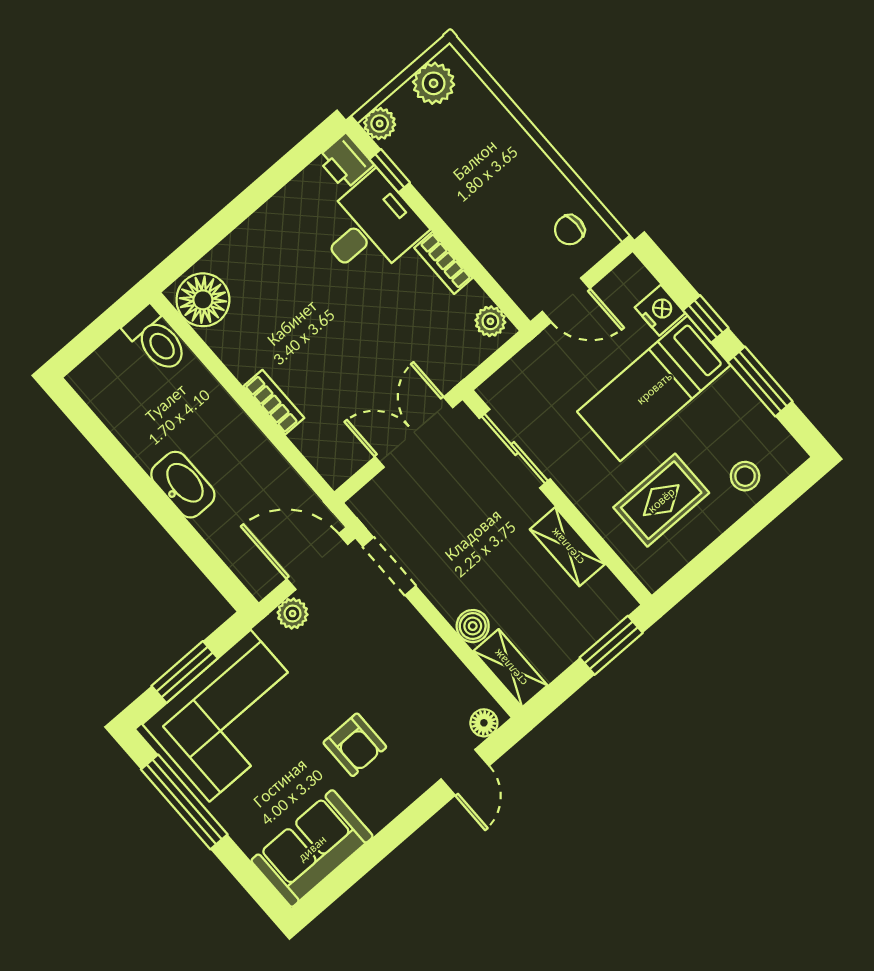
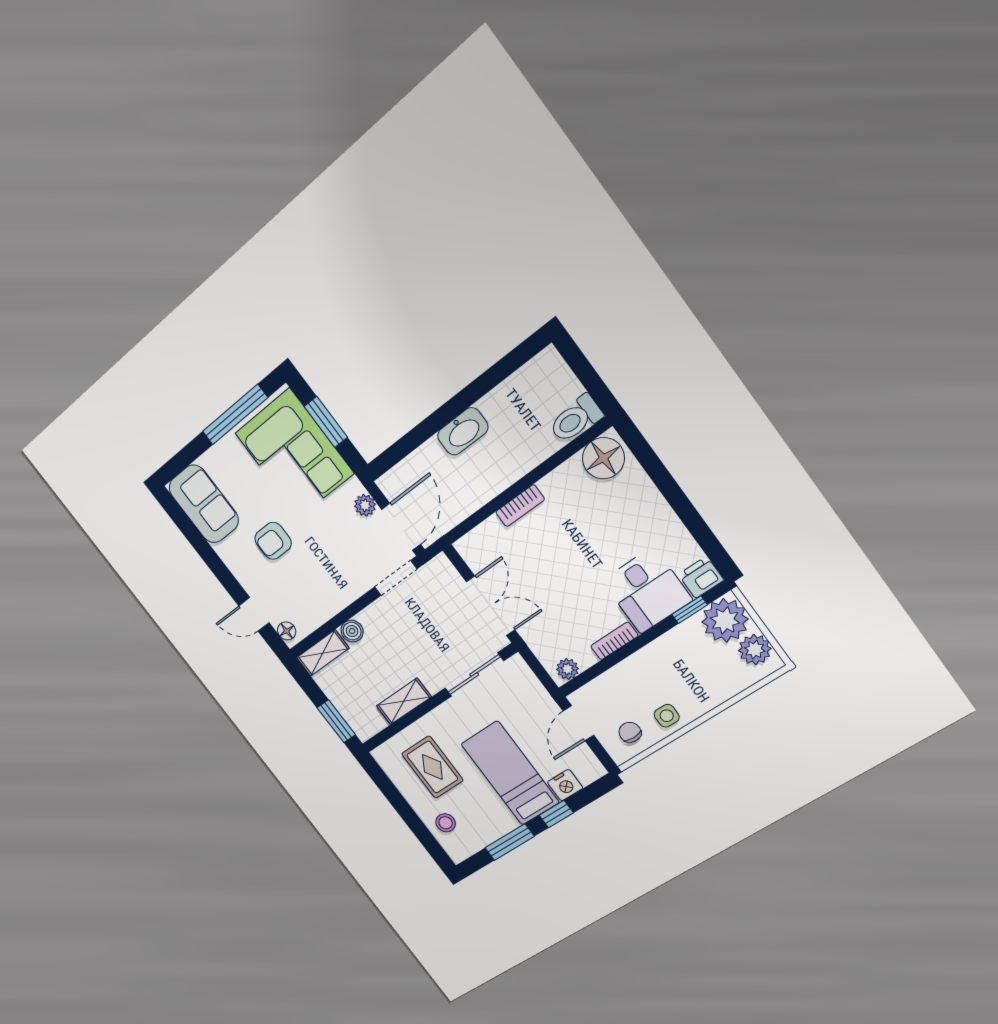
plant: (380, 124) -> (725, 620), width x1.88, depth x1.88
side table: (539, 184) -> (667, 716), added

